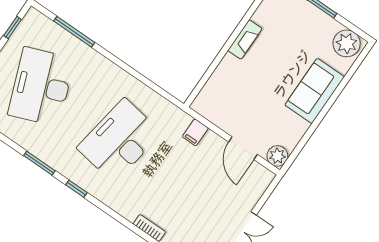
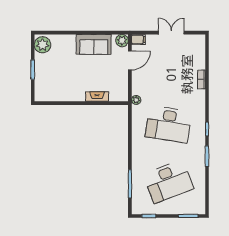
fireplace: (245, 39) -> (97, 97), moved
sofa: (315, 91) -> (94, 44), moved
plant: (183, 119) -> (136, 100), added
filing cabinet: (195, 132) -> (138, 39), moved

